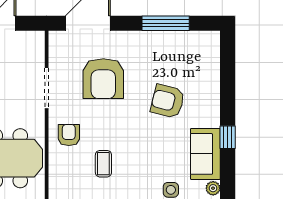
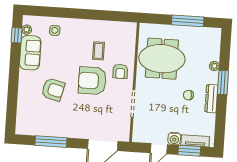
armchair: (103, 79) -> (92, 81), moved, turned -90
window: (228, 137) -> (16, 35), moved

